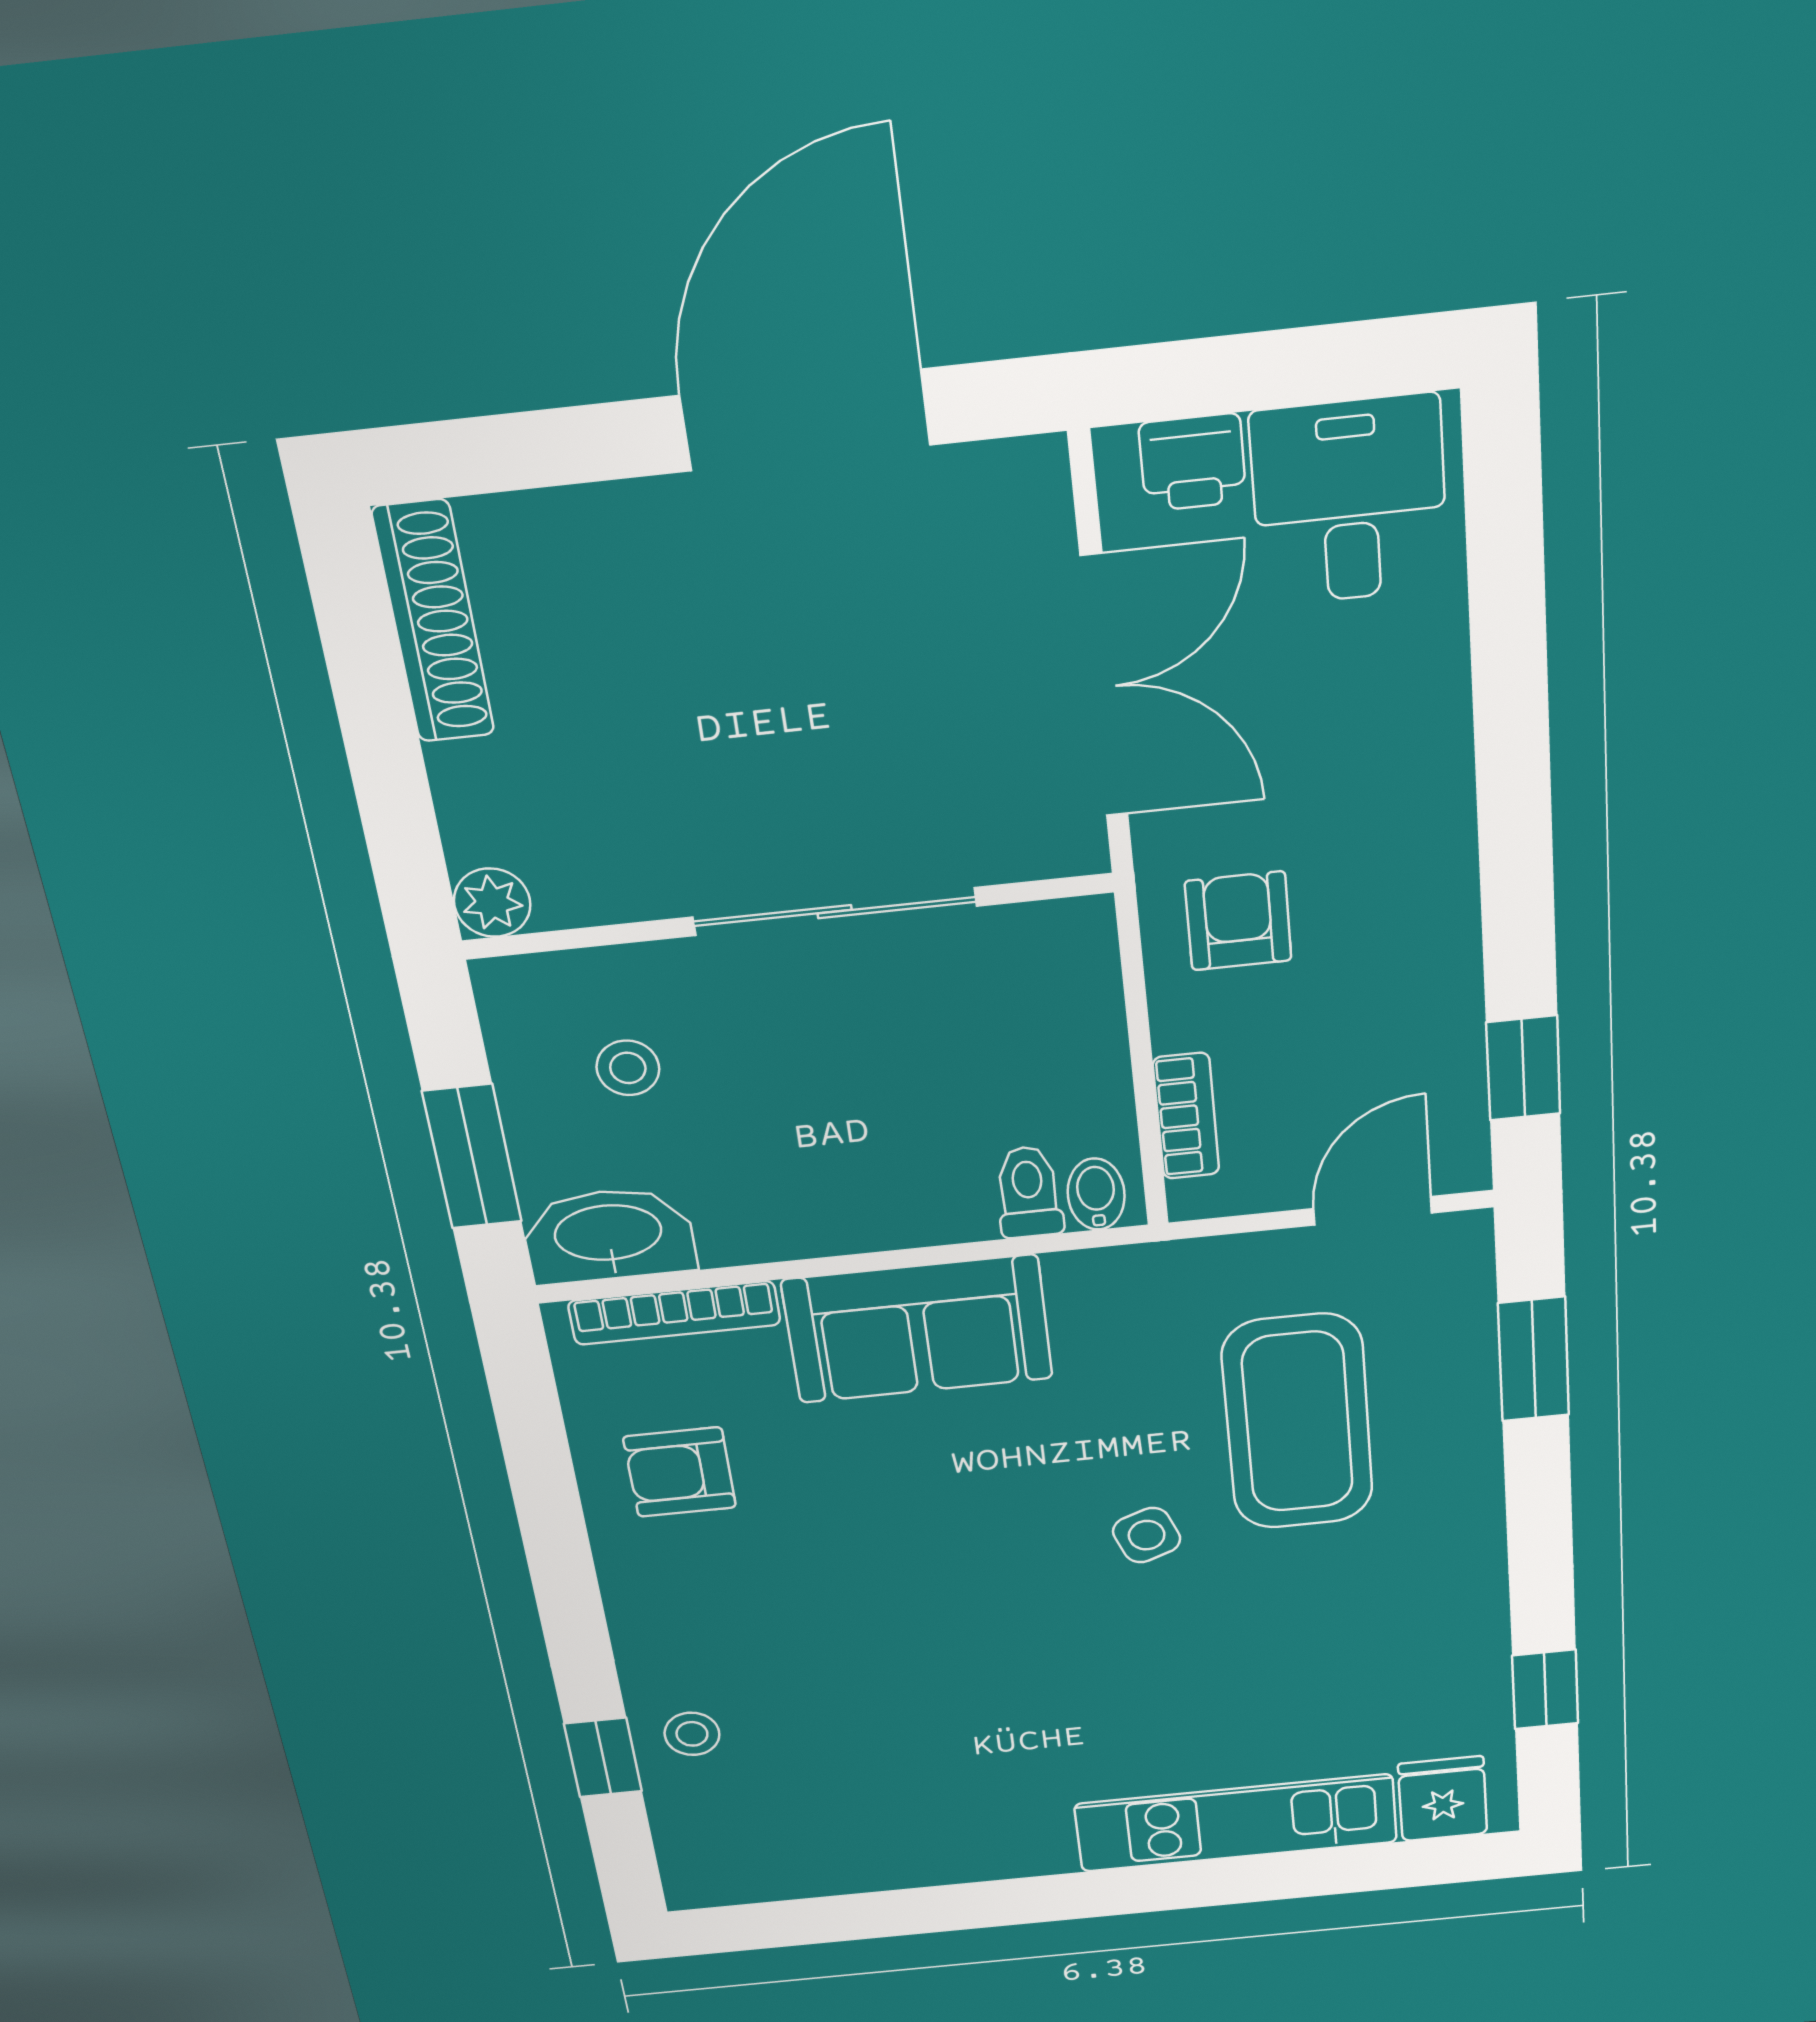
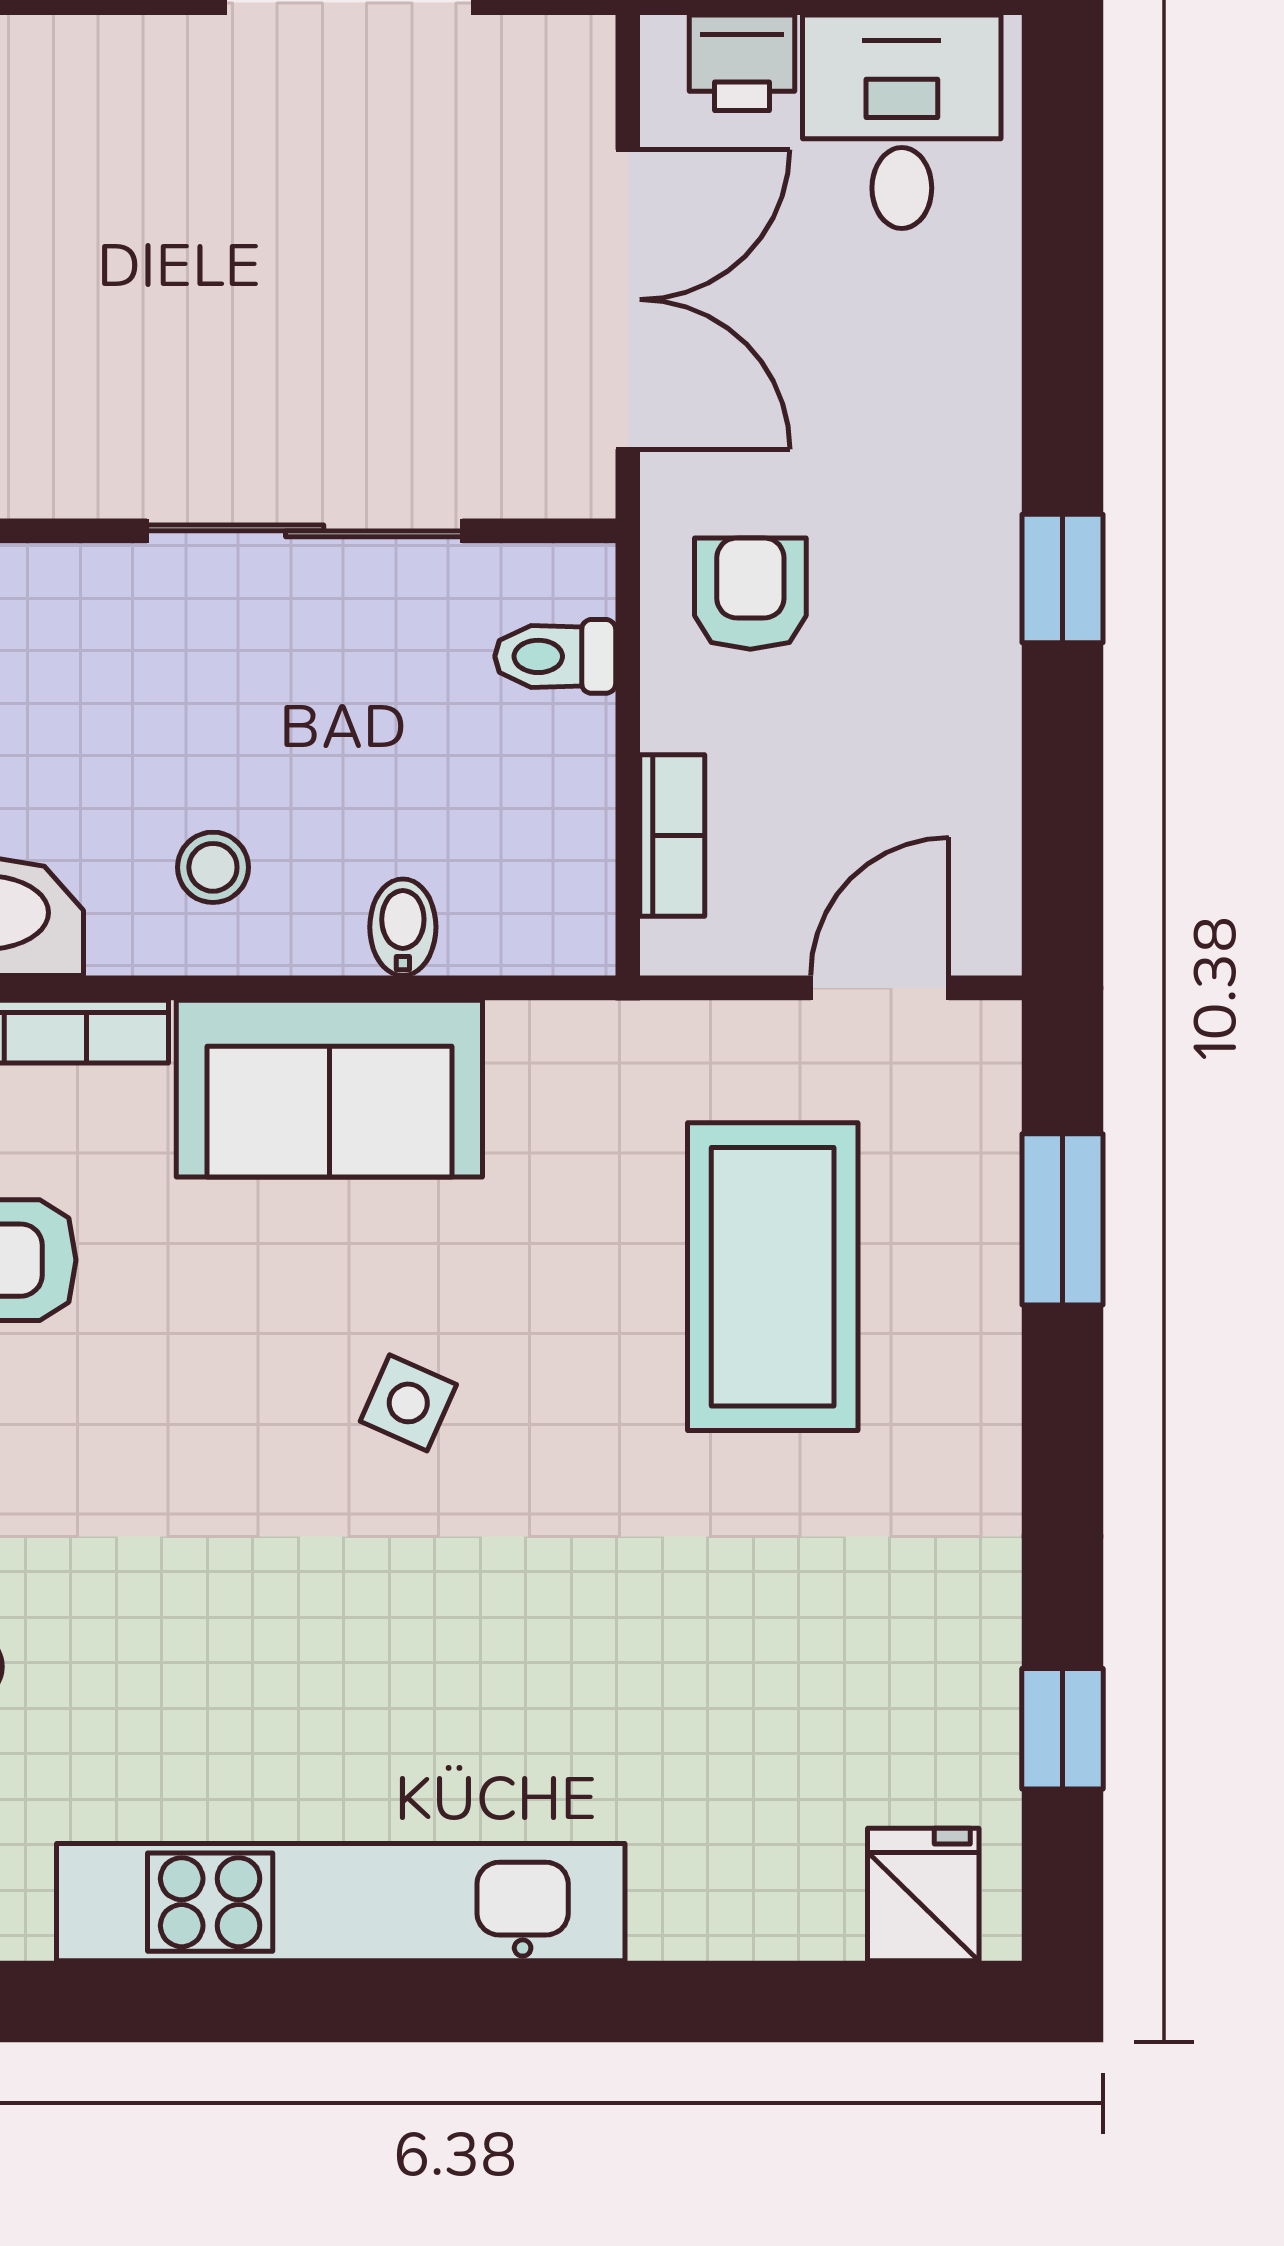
stool: (628, 1068) -> (213, 867), moved
window: (1523, 1068) -> (1062, 579), moved
toilet: (1029, 1192) -> (555, 656), moved, turned -90
bidet: (1096, 1194) -> (403, 927), moved
side table: (1147, 1535) -> (408, 1403), moved, turned 45
kitchen unit: (1236, 1823) -> (341, 1902), moved, width x1.36

